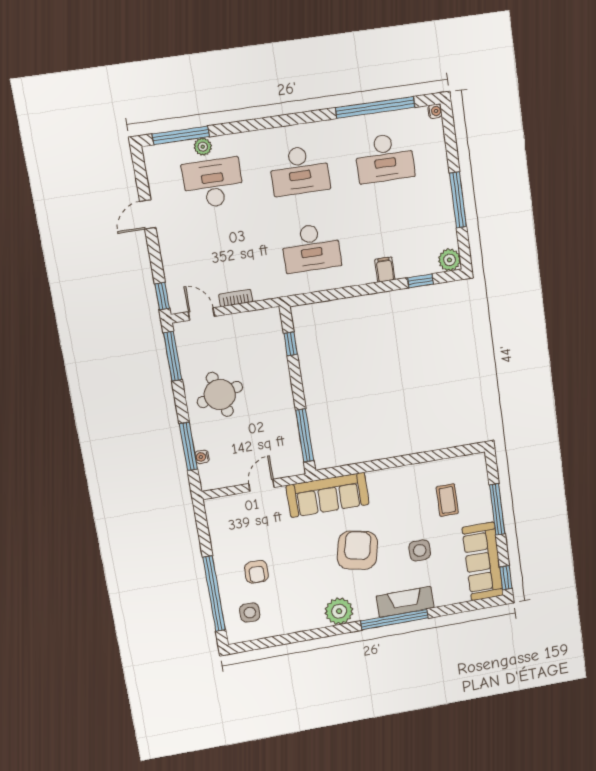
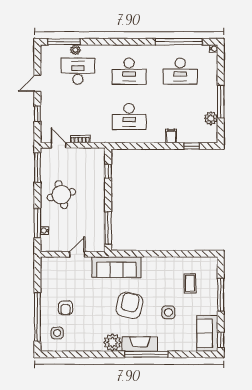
plant: (450, 260) -> (211, 118), moved
window: (162, 296) -> (37, 114), moved
sofa: (483, 562) -> (207, 333), width x0.73
fireplace: (405, 602) -> (140, 344), moved

